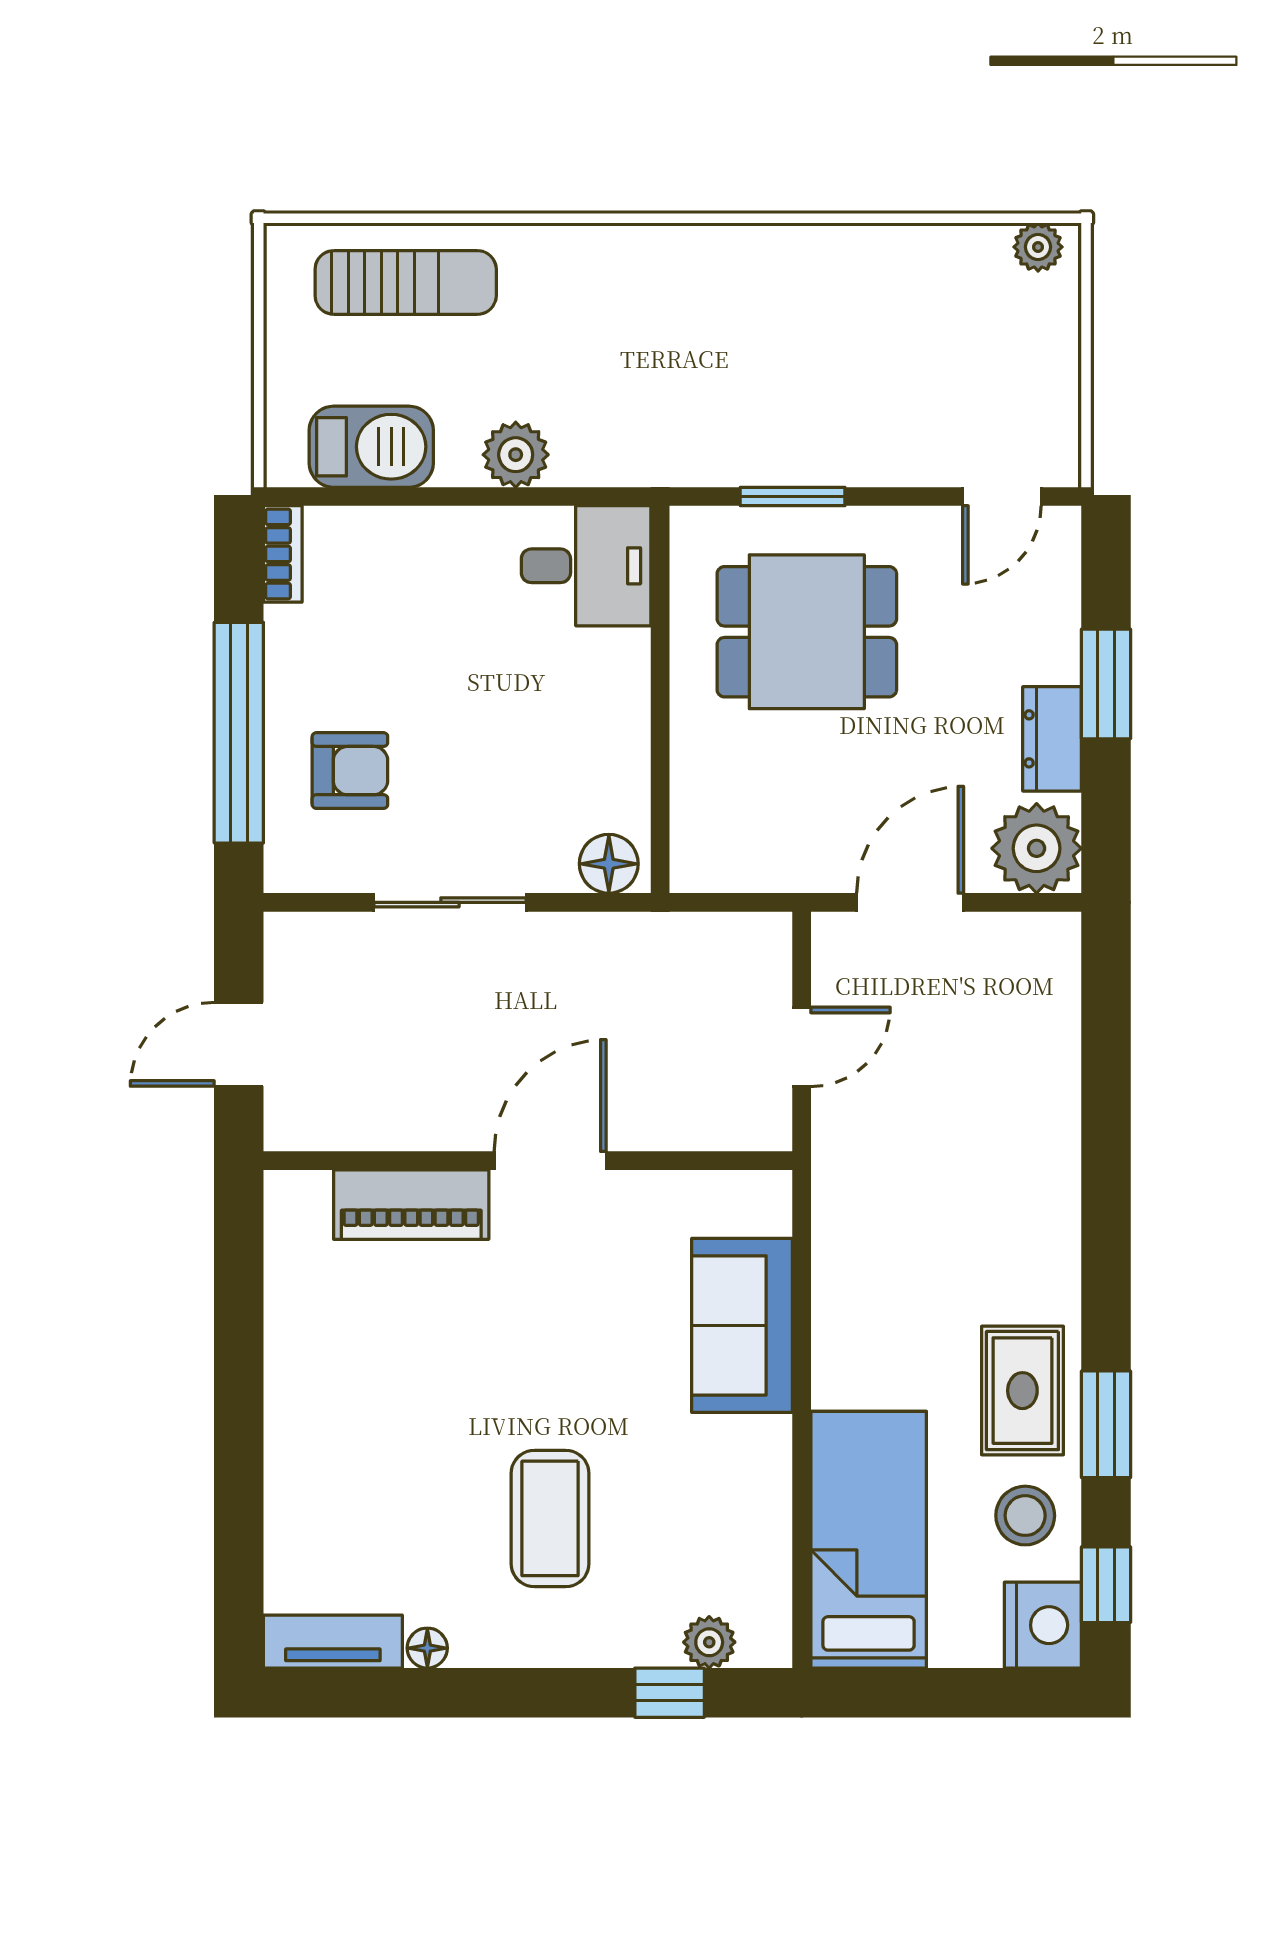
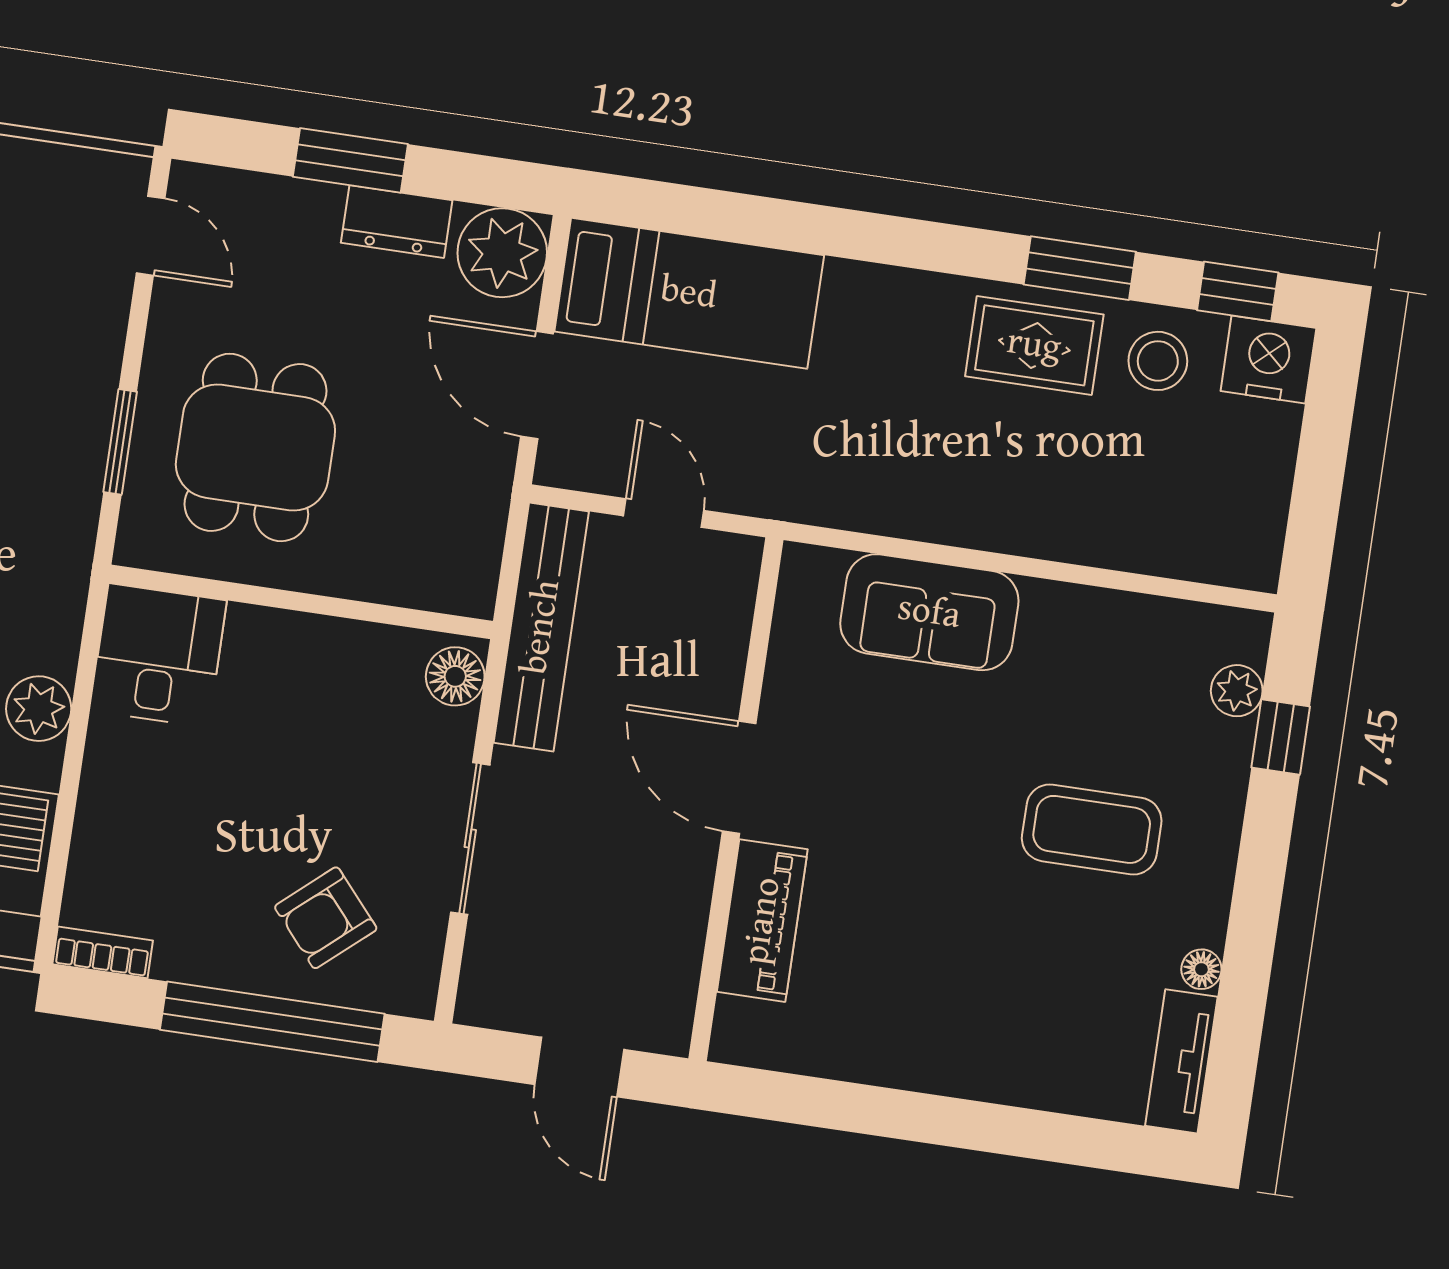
armchair: (350, 771) -> (326, 918), turned -131
bench: (670, 942) -> (541, 627), added
bed: (869, 1540) -> (689, 293), moved, turned 180

